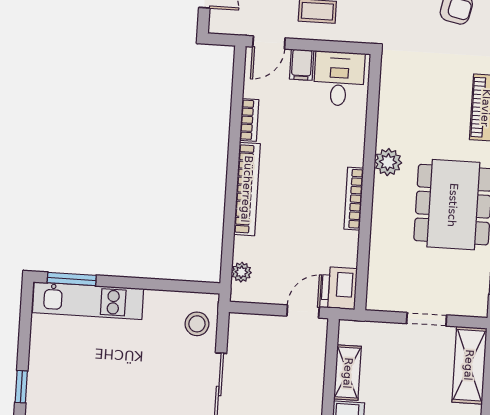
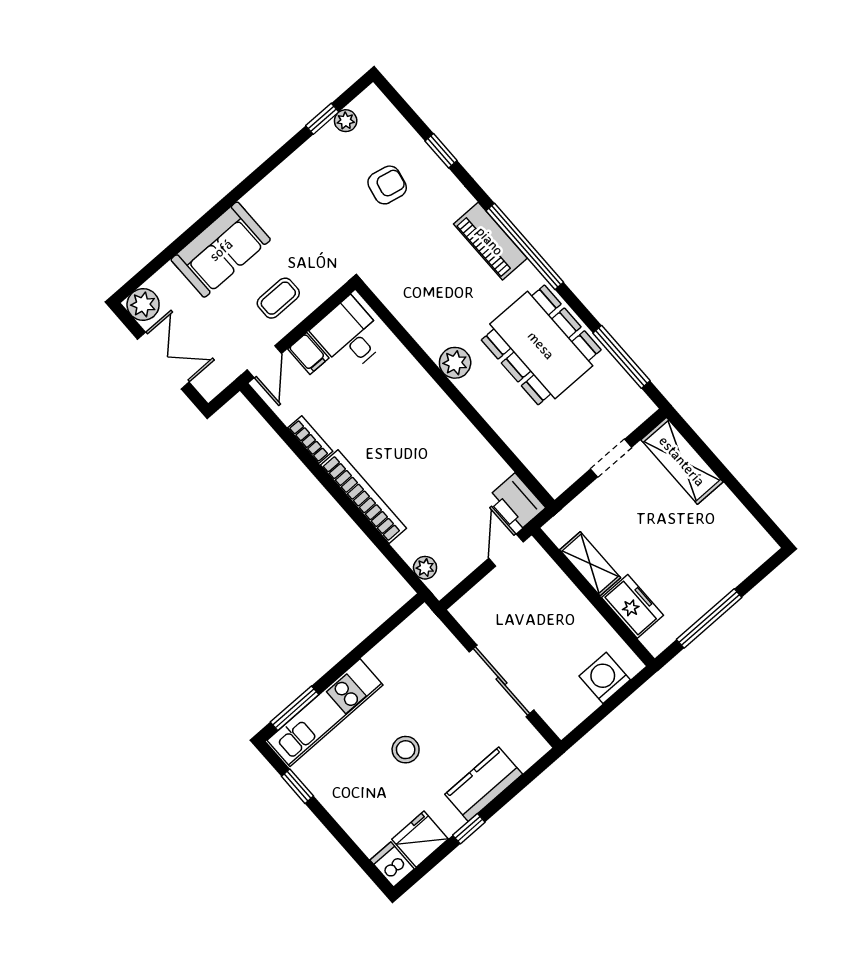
bookcase: (354, 199) -> (457, 419), removed
stool: (197, 324) -> (406, 750), moved
window: (21, 387) -> (297, 786), moved

